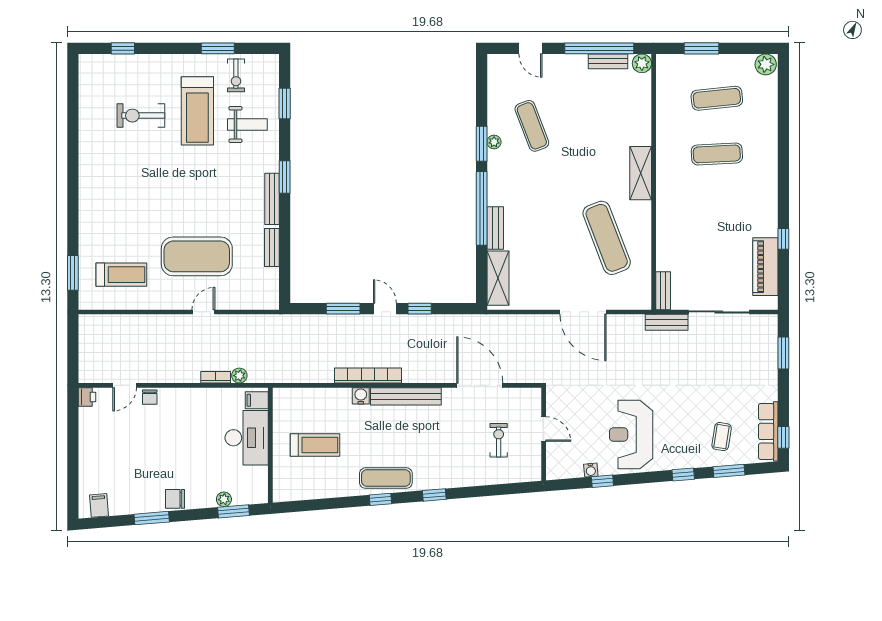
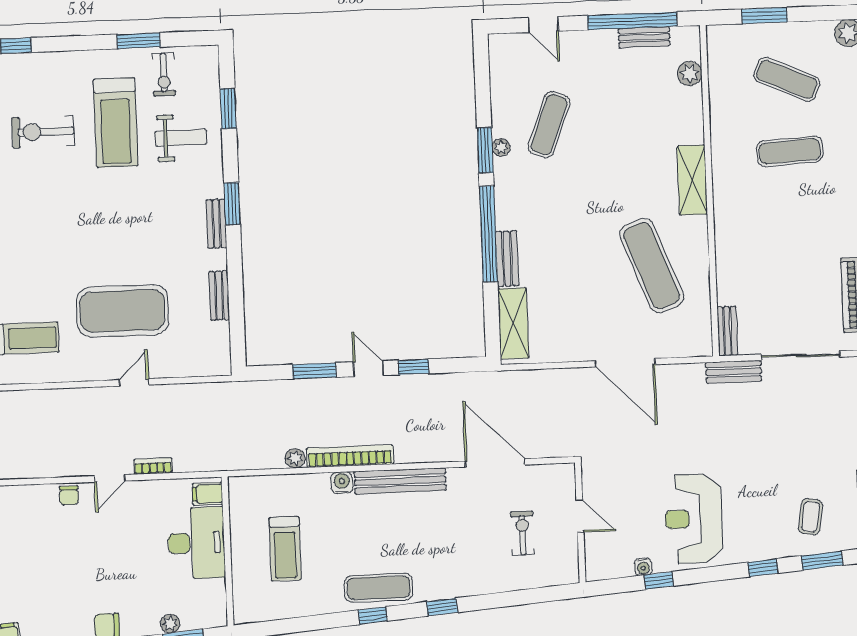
plant: (642, 63) -> (690, 74), moved
exercise mat: (717, 98) -> (787, 79), turned 30
exercise mat: (532, 126) -> (549, 125), turned 42
bench: (272, 199) -> (216, 224), width x0.73
plant: (239, 376) -> (295, 458), moved
door: (125, 385) -> (110, 478), moved
treadmill: (315, 445) -> (285, 549), turned 90

